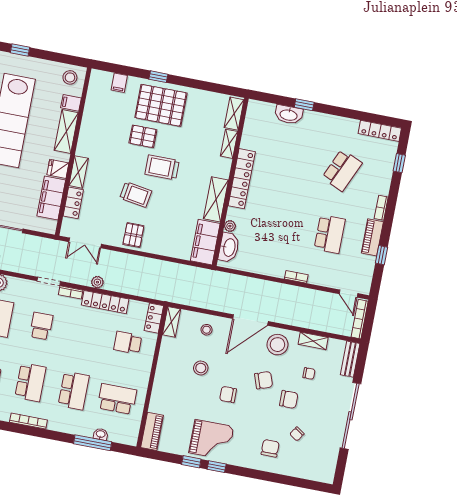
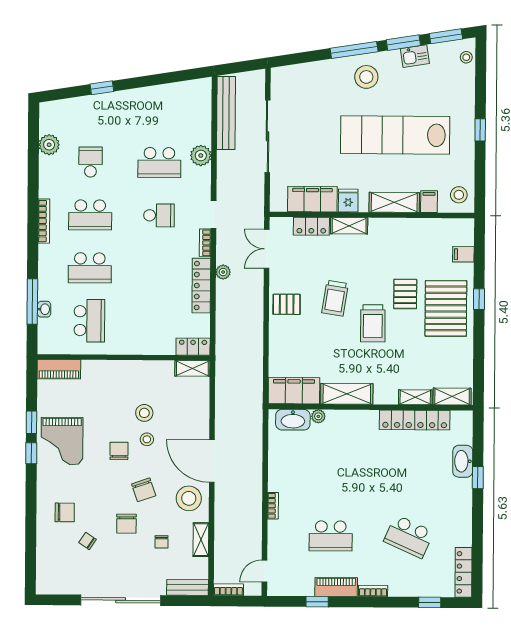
trolley: (162, 167) -> (373, 323), turned 180
locker: (242, 179) -> (415, 420), moved
bookcase: (360, 319) -> (228, 590), width x0.64
stool: (207, 330) -> (147, 439), moved
school desk: (128, 343) -> (158, 321), removed

